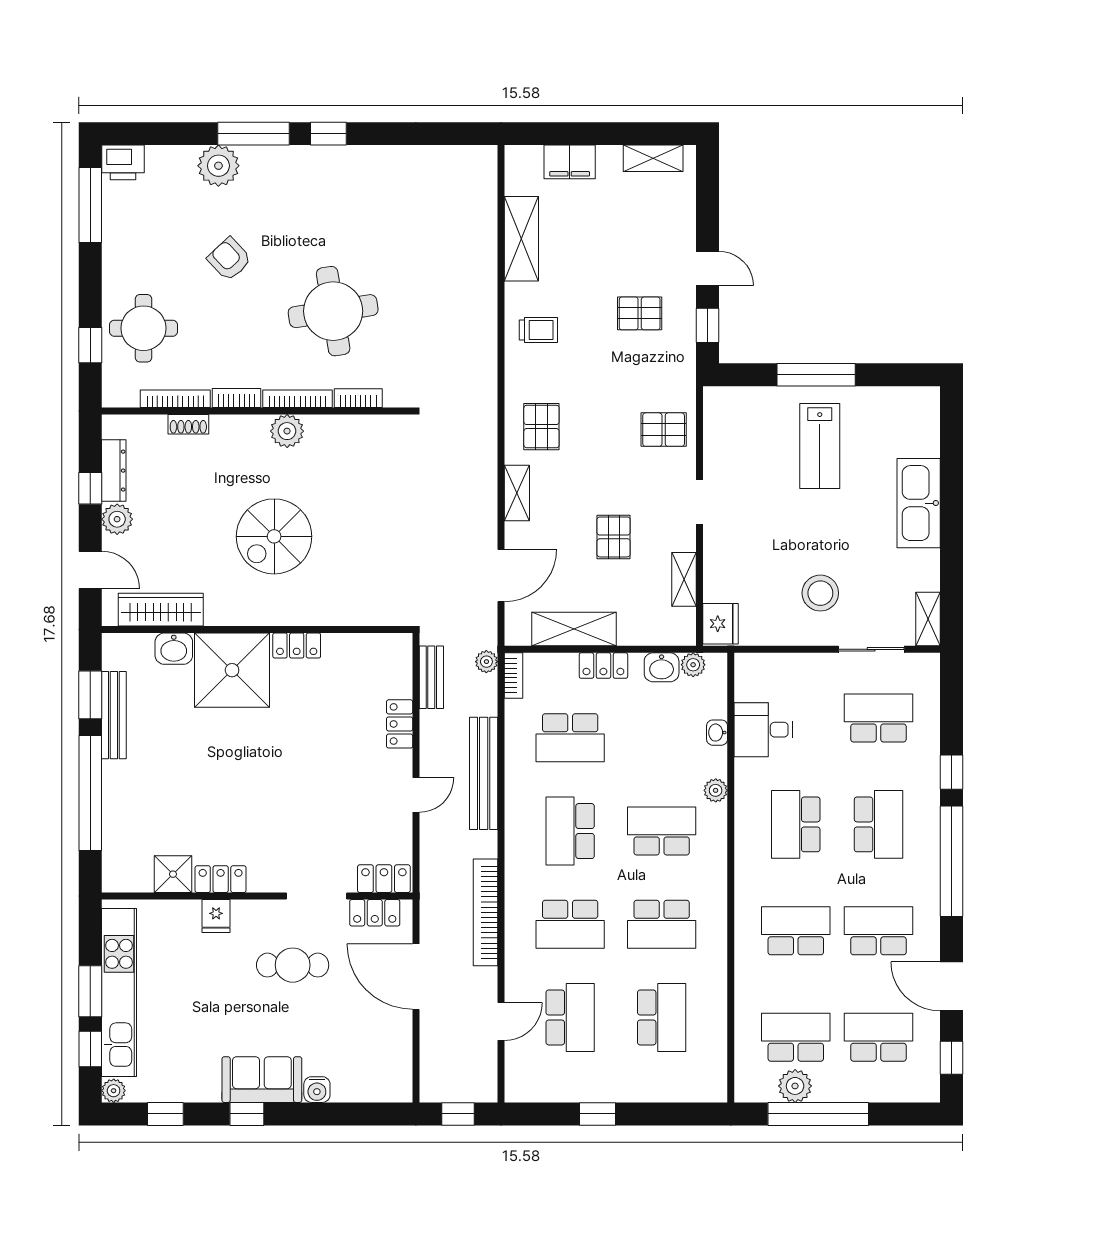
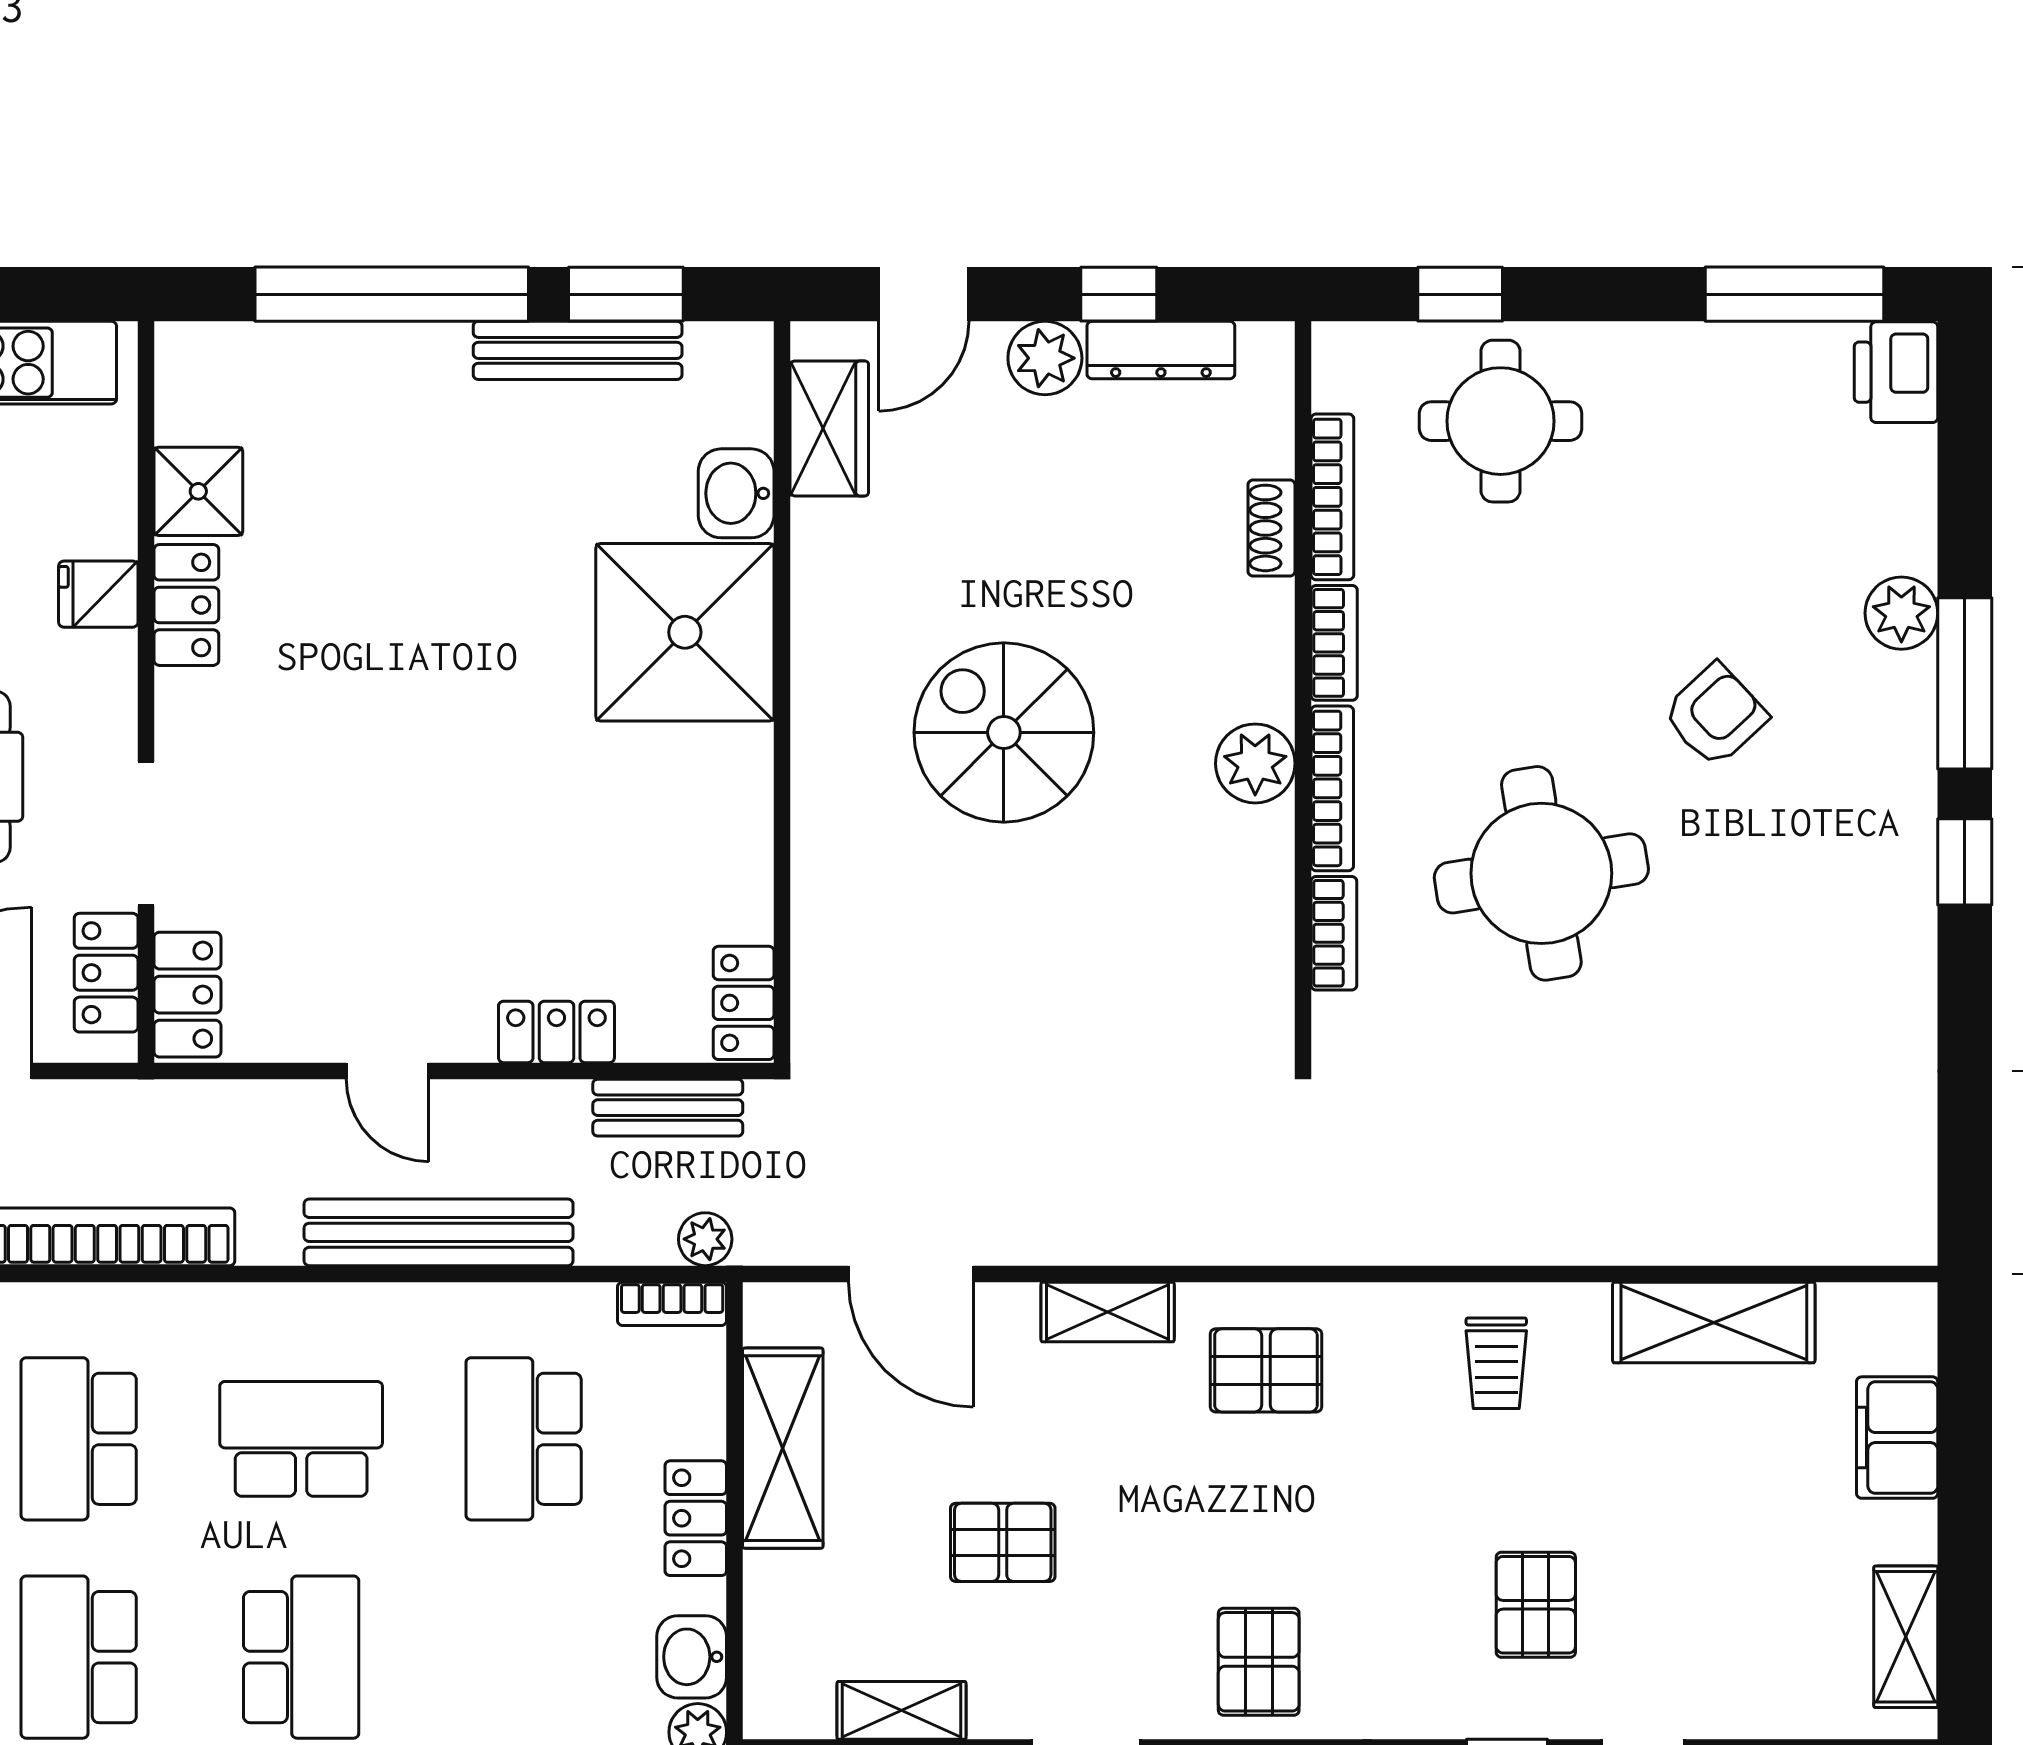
plant: (218, 166) -> (1901, 613), width x0.73, depth x0.73
armchair: (229, 259) -> (1715, 715), moved
wardrobe: (161, 610) -> (829, 428), width x0.67
locker: (297, 646) -> (744, 1003), moved

